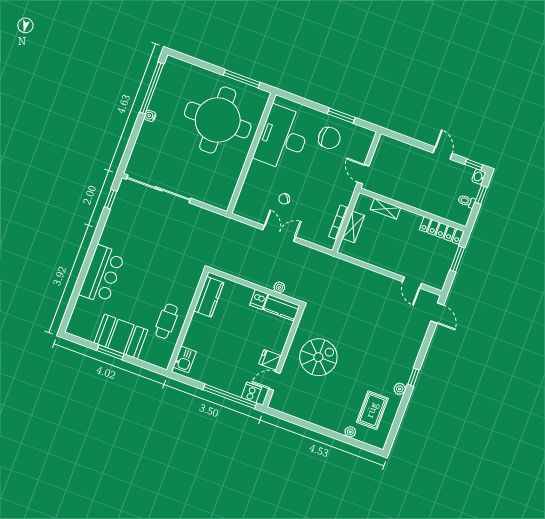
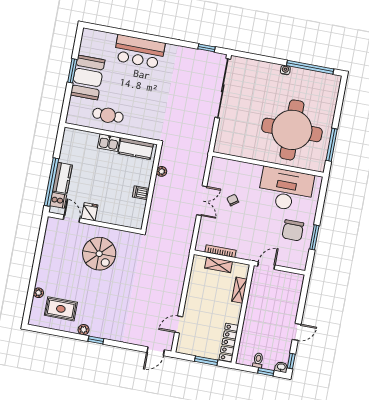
plant: (279, 287) -> (162, 171), moved
kitchen counter: (282, 308) -> (62, 178), moved, turned 180
kitchen sink: (185, 359) -> (109, 143), moved

